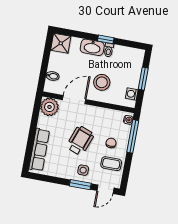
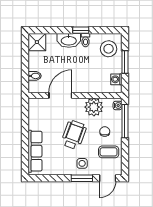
stool: (102, 82) -> (109, 49), moved
plant: (49, 107) -> (94, 107), moved

